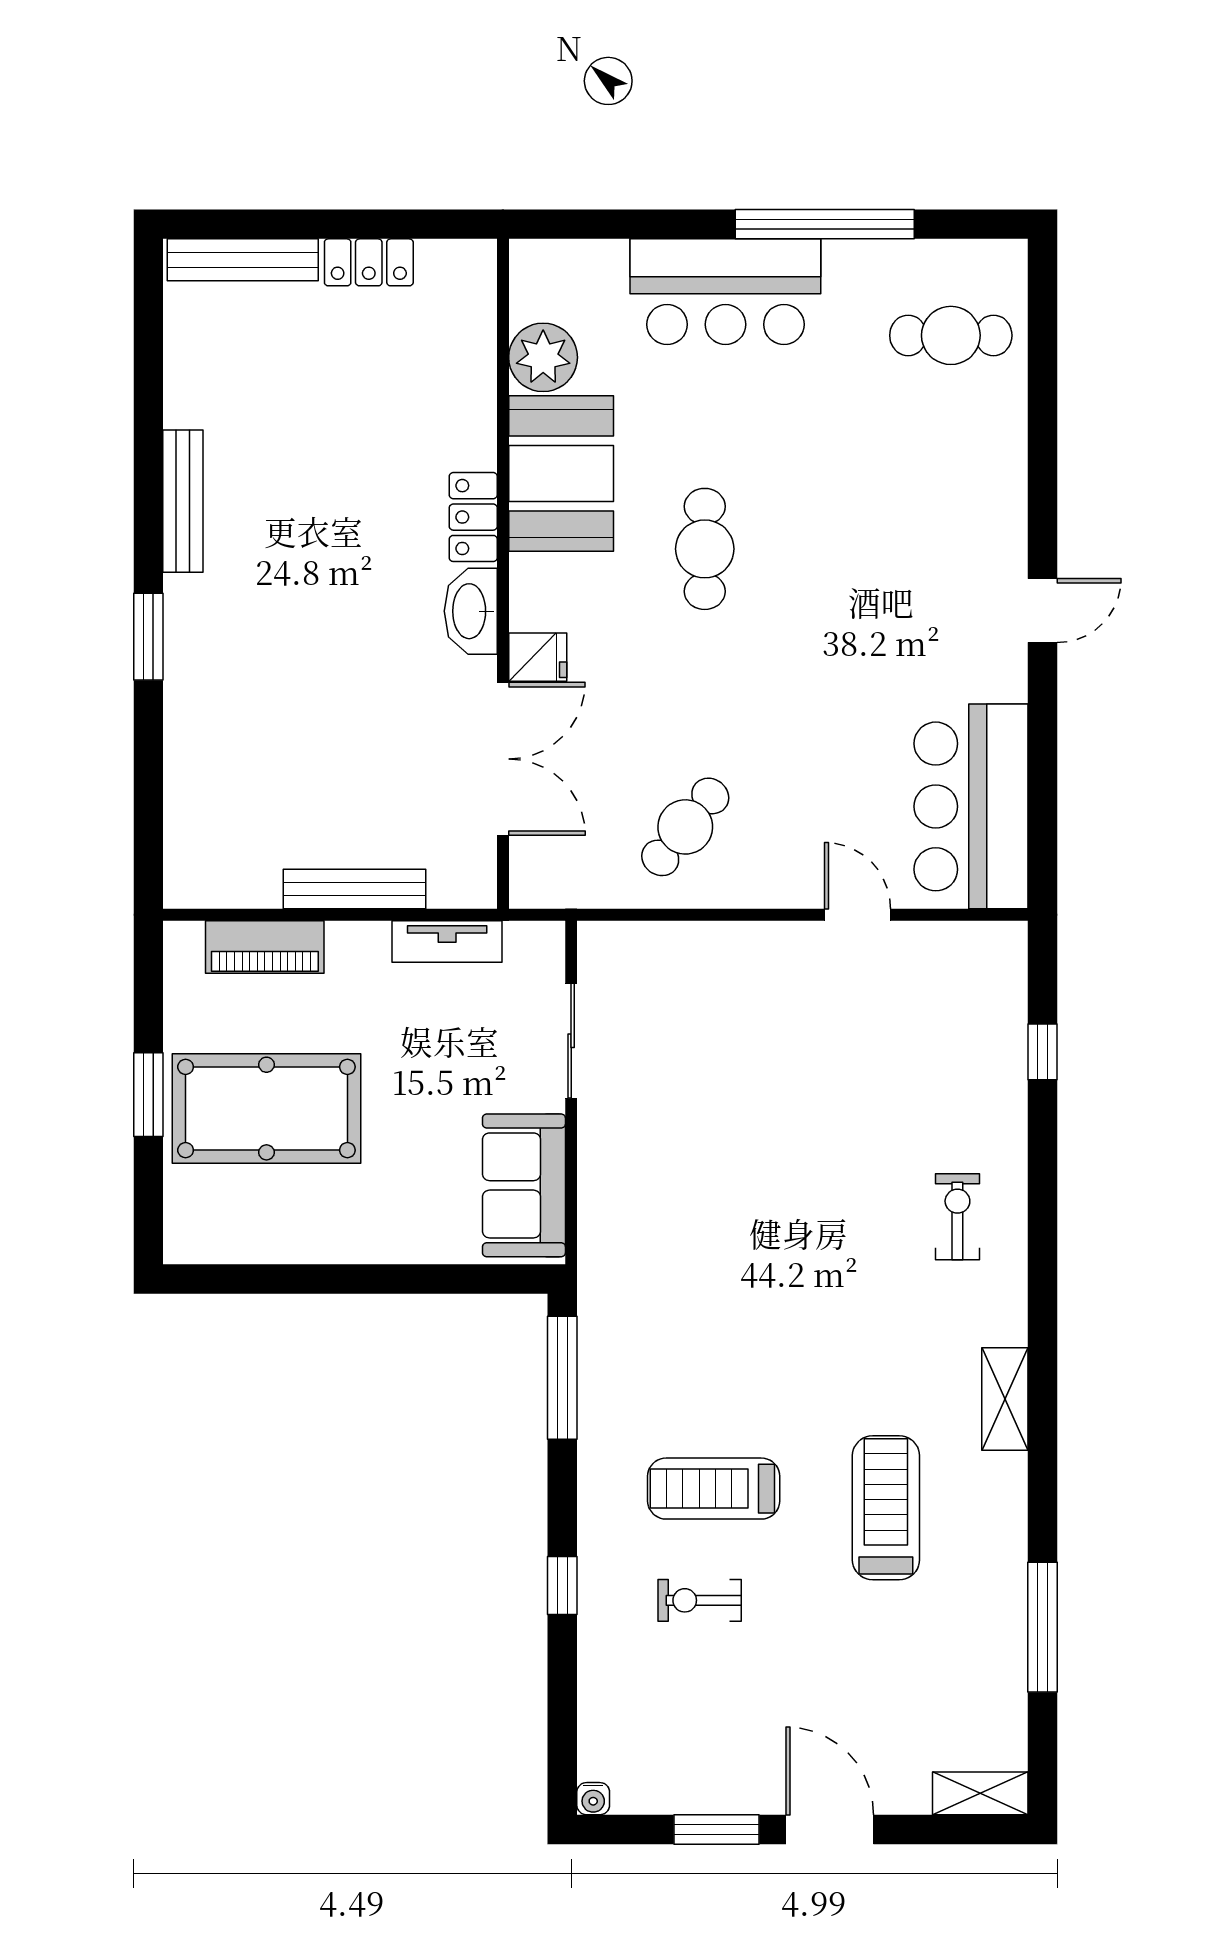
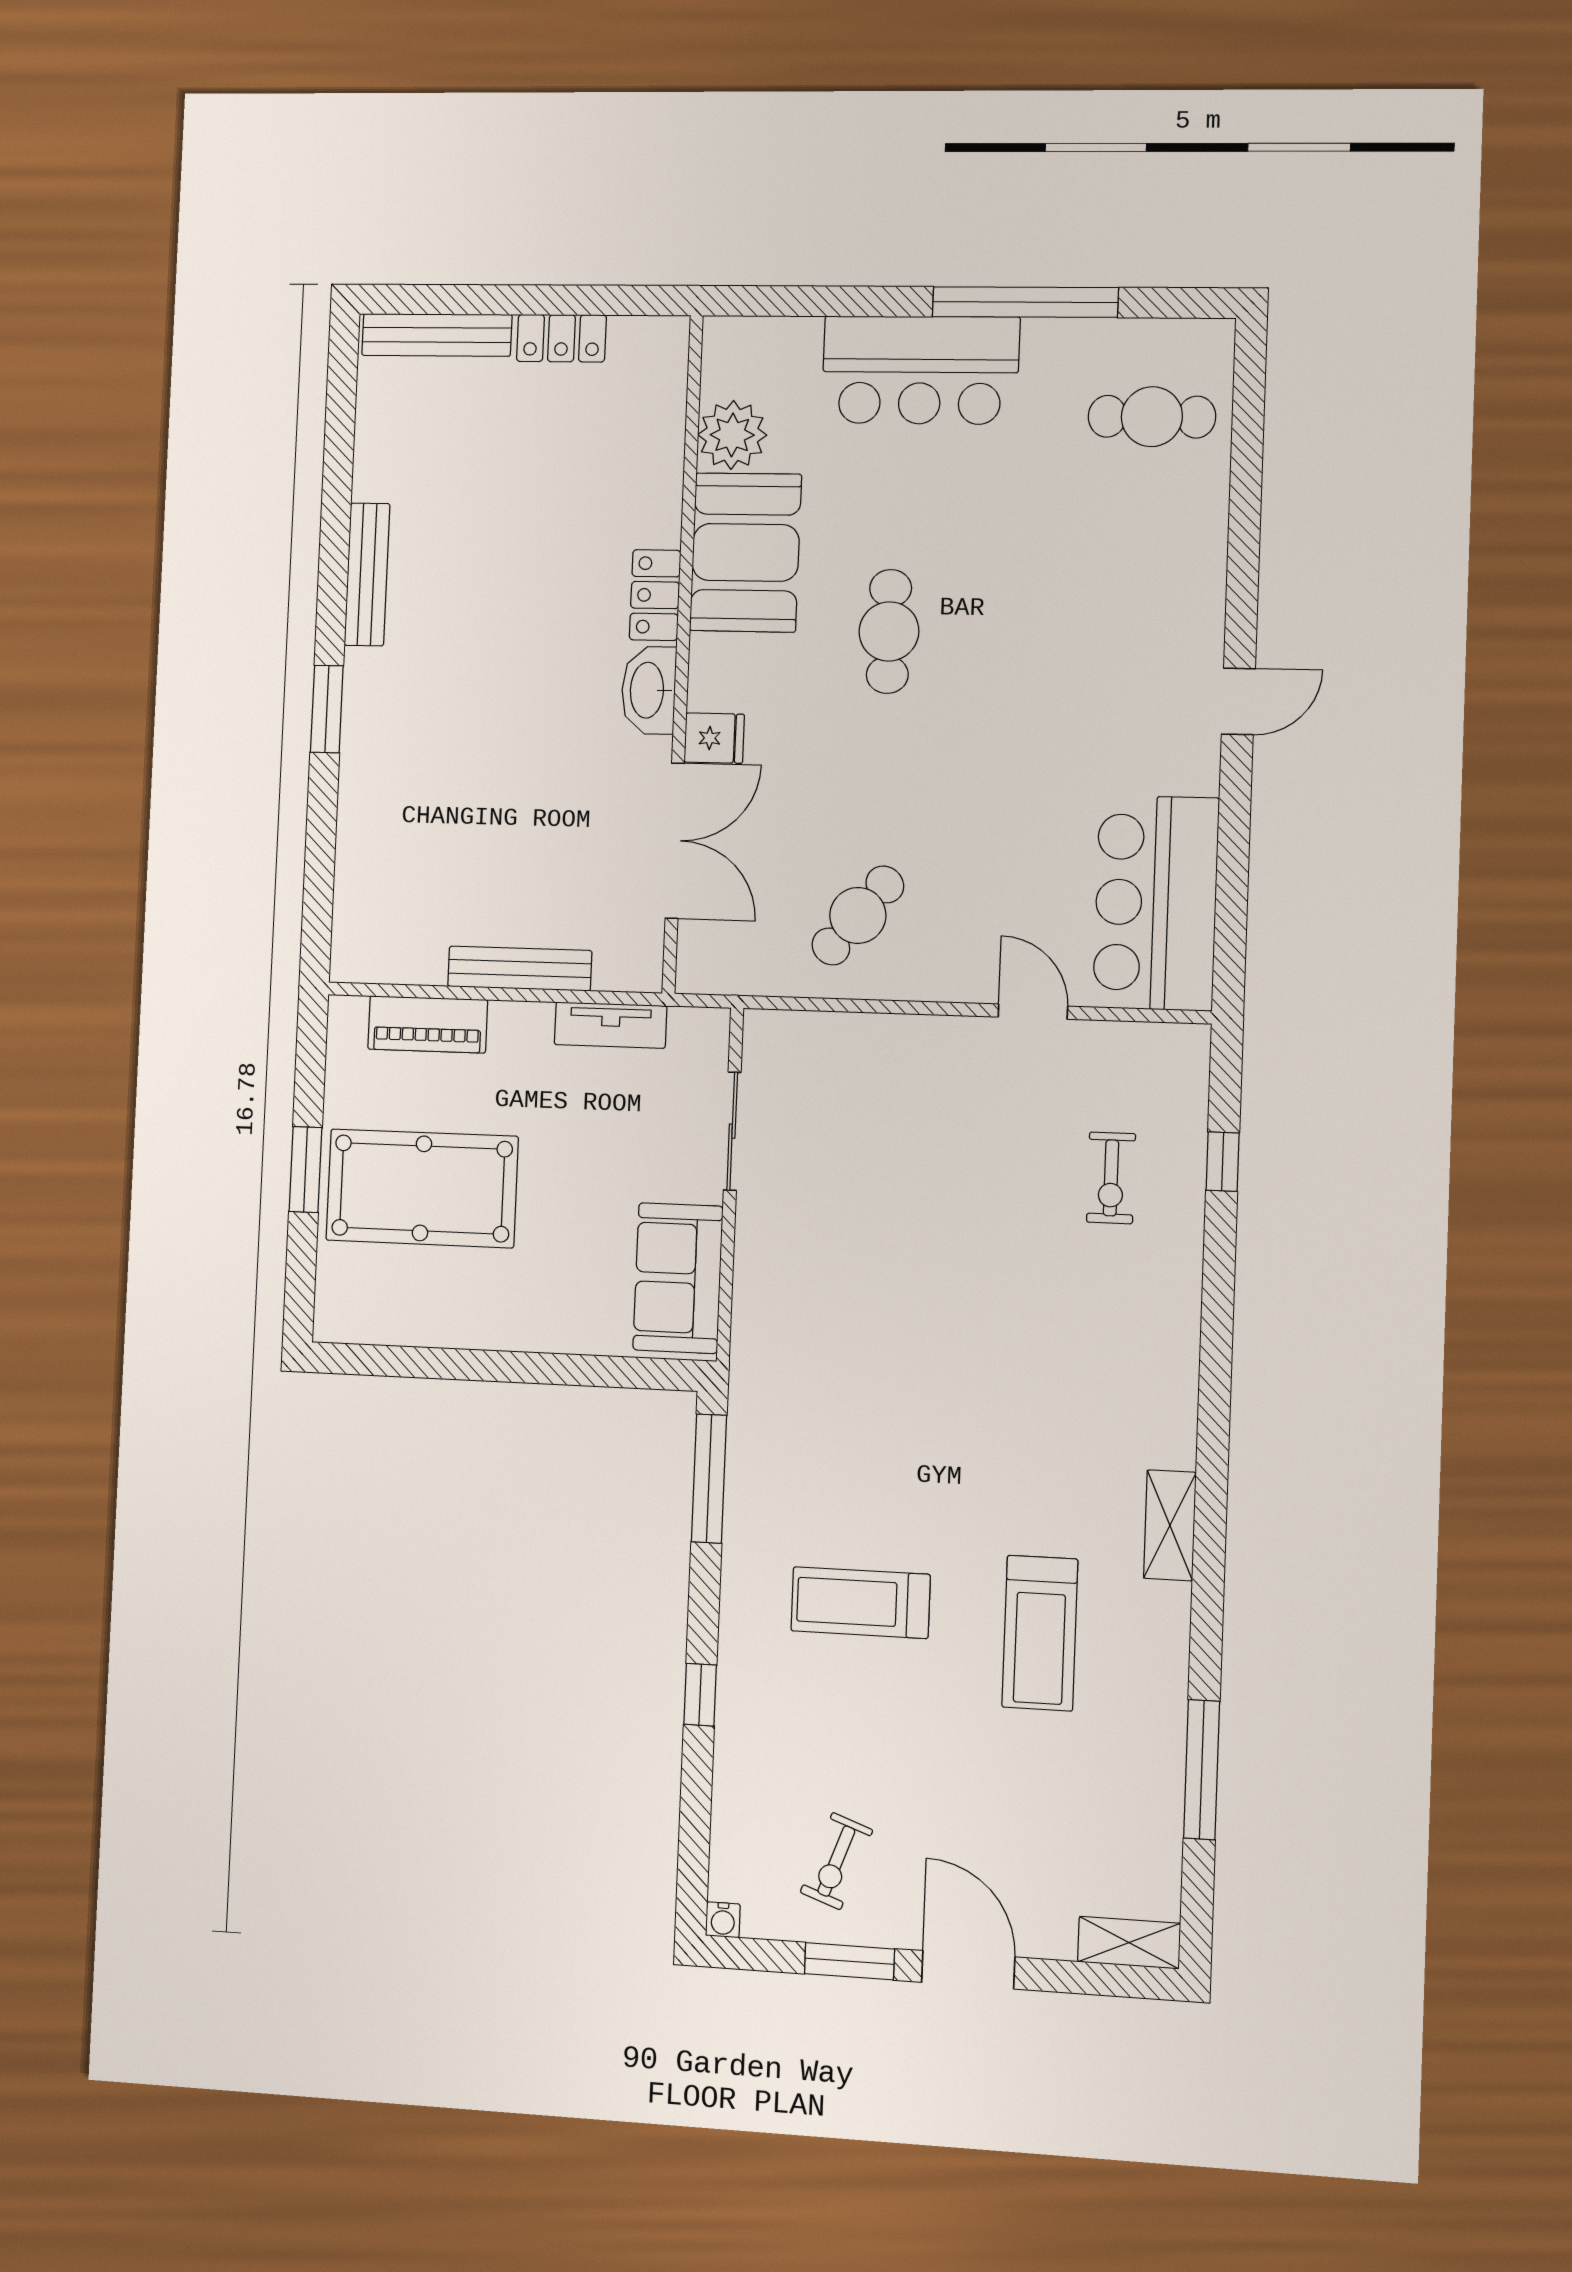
exercise bike: (957, 1217) -> (1111, 1178), moved, turned 180
treadmill: (886, 1508) -> (1040, 1633), turned 180
exercise bike: (700, 1600) -> (836, 1861), moved, turned -70

